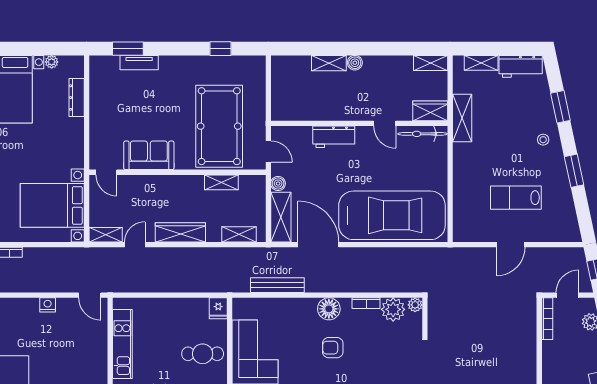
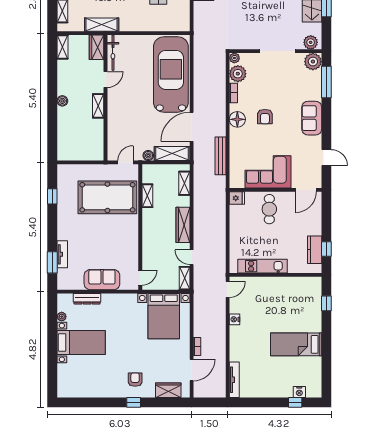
shelving: (329, 63) -> (98, 106), moved
workbench: (334, 137) -> (115, 116), removed
sofa: (149, 155) -> (102, 280), moved, turned 90

